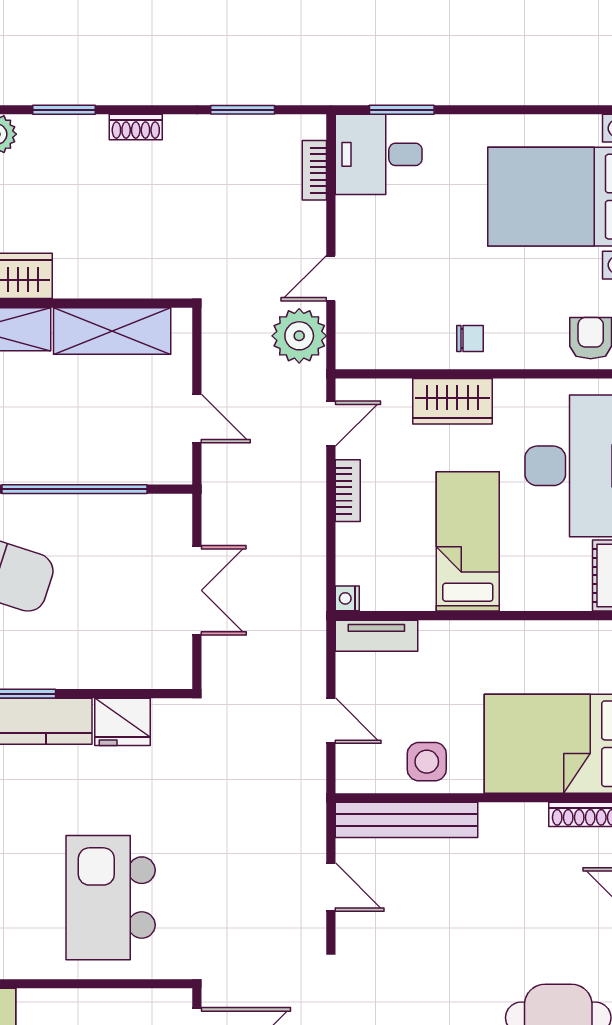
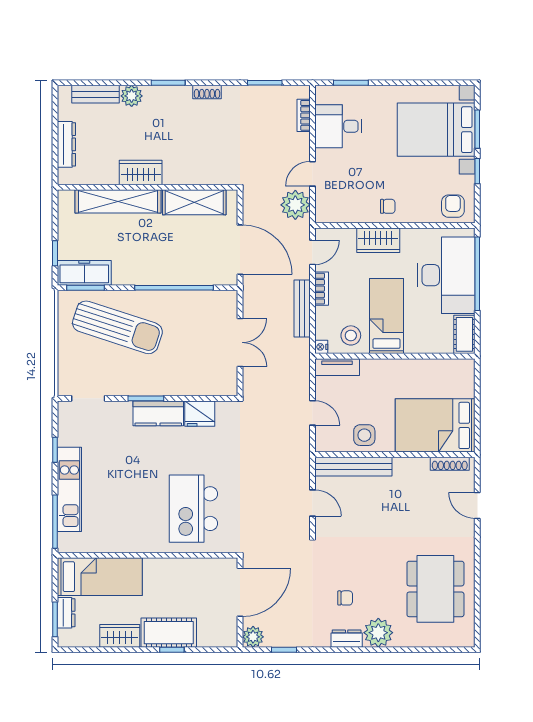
desk: (379, 154) -> (338, 126), moved
door: (197, 418) -> (240, 250), width x1.88
bench: (312, 527) -> (302, 309), added
stool: (402, 577) -> (351, 335), added

